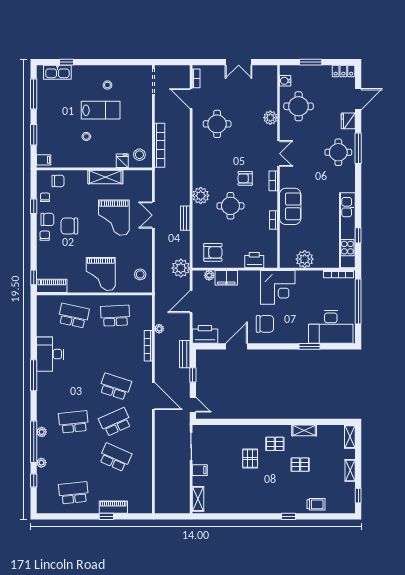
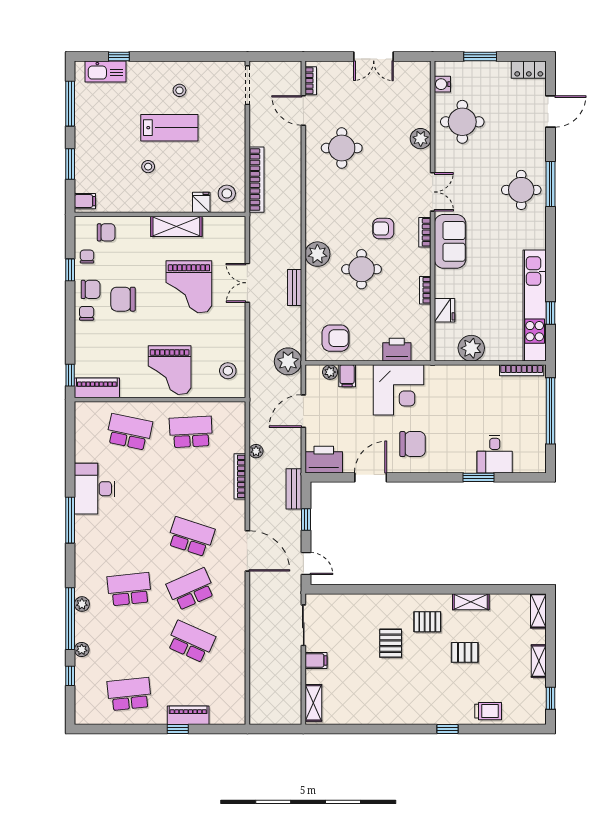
fridge: (348, 121) -> (444, 310), moved, turned 180
sofa: (290, 206) -> (450, 241), moved
filing cabinet: (226, 278) -> (347, 376), width x0.50
corner desk: (278, 287) -> (398, 390), moved
desk: (331, 327) -> (495, 454), width x0.53, depth x0.77

